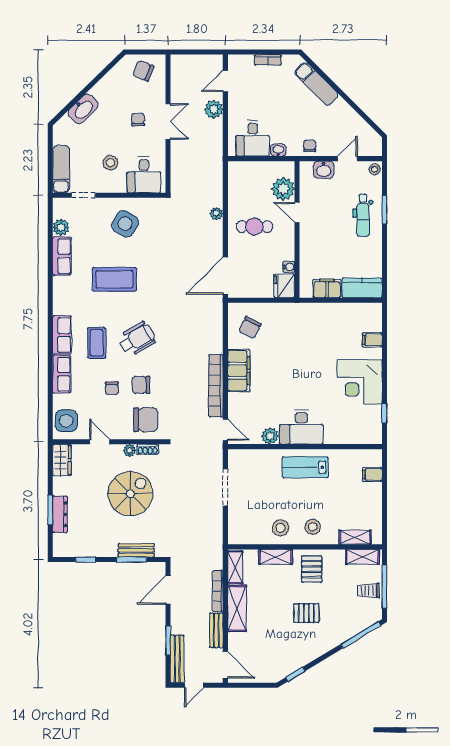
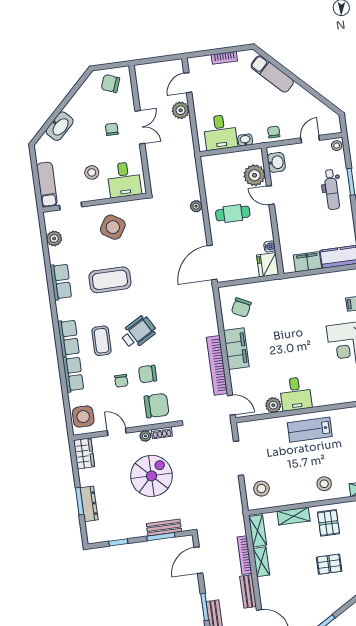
washbasin: (324, 170) -> (276, 162), moved, turned -90
row of seats: (62, 256) -> (61, 282), moved
desk: (301, 427) -> (296, 394), width x0.73
stool: (281, 528) -> (261, 489), moved
shelving: (237, 608) -> (261, 562), width x0.67, depth x0.75

